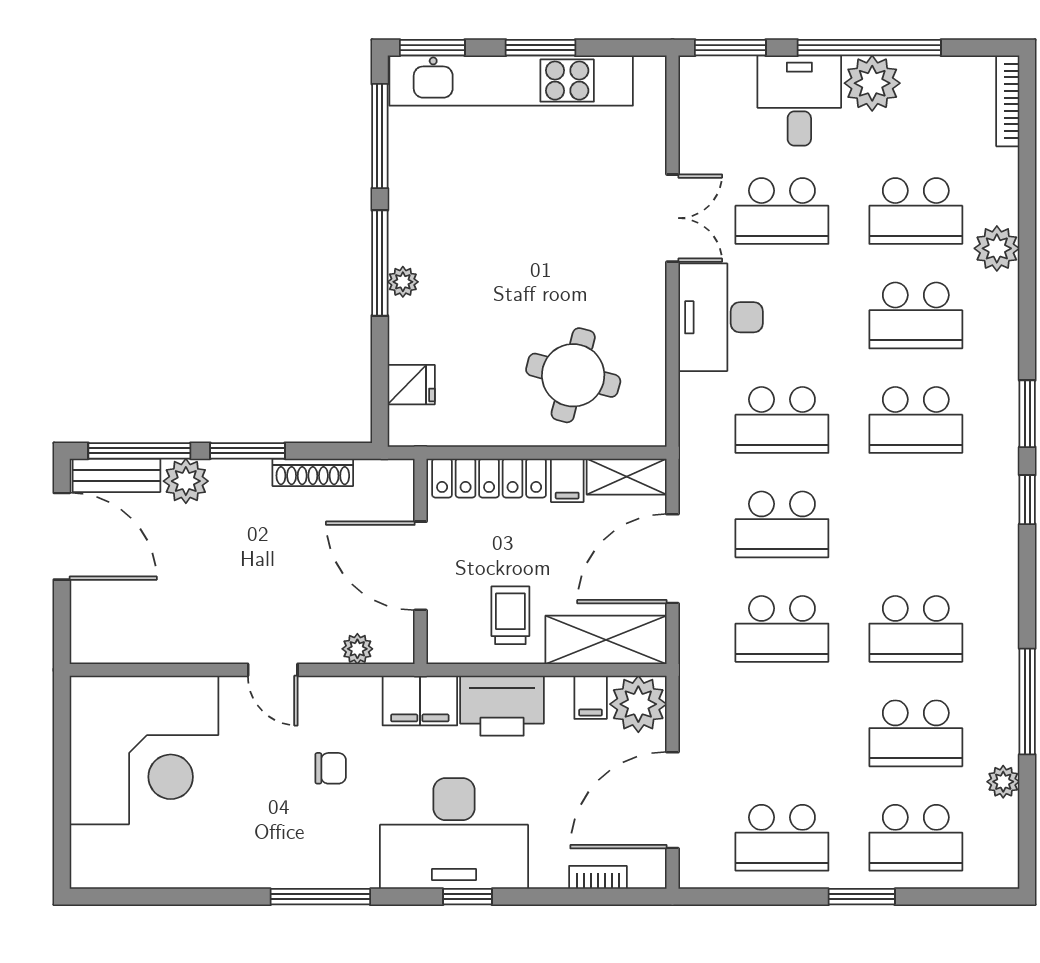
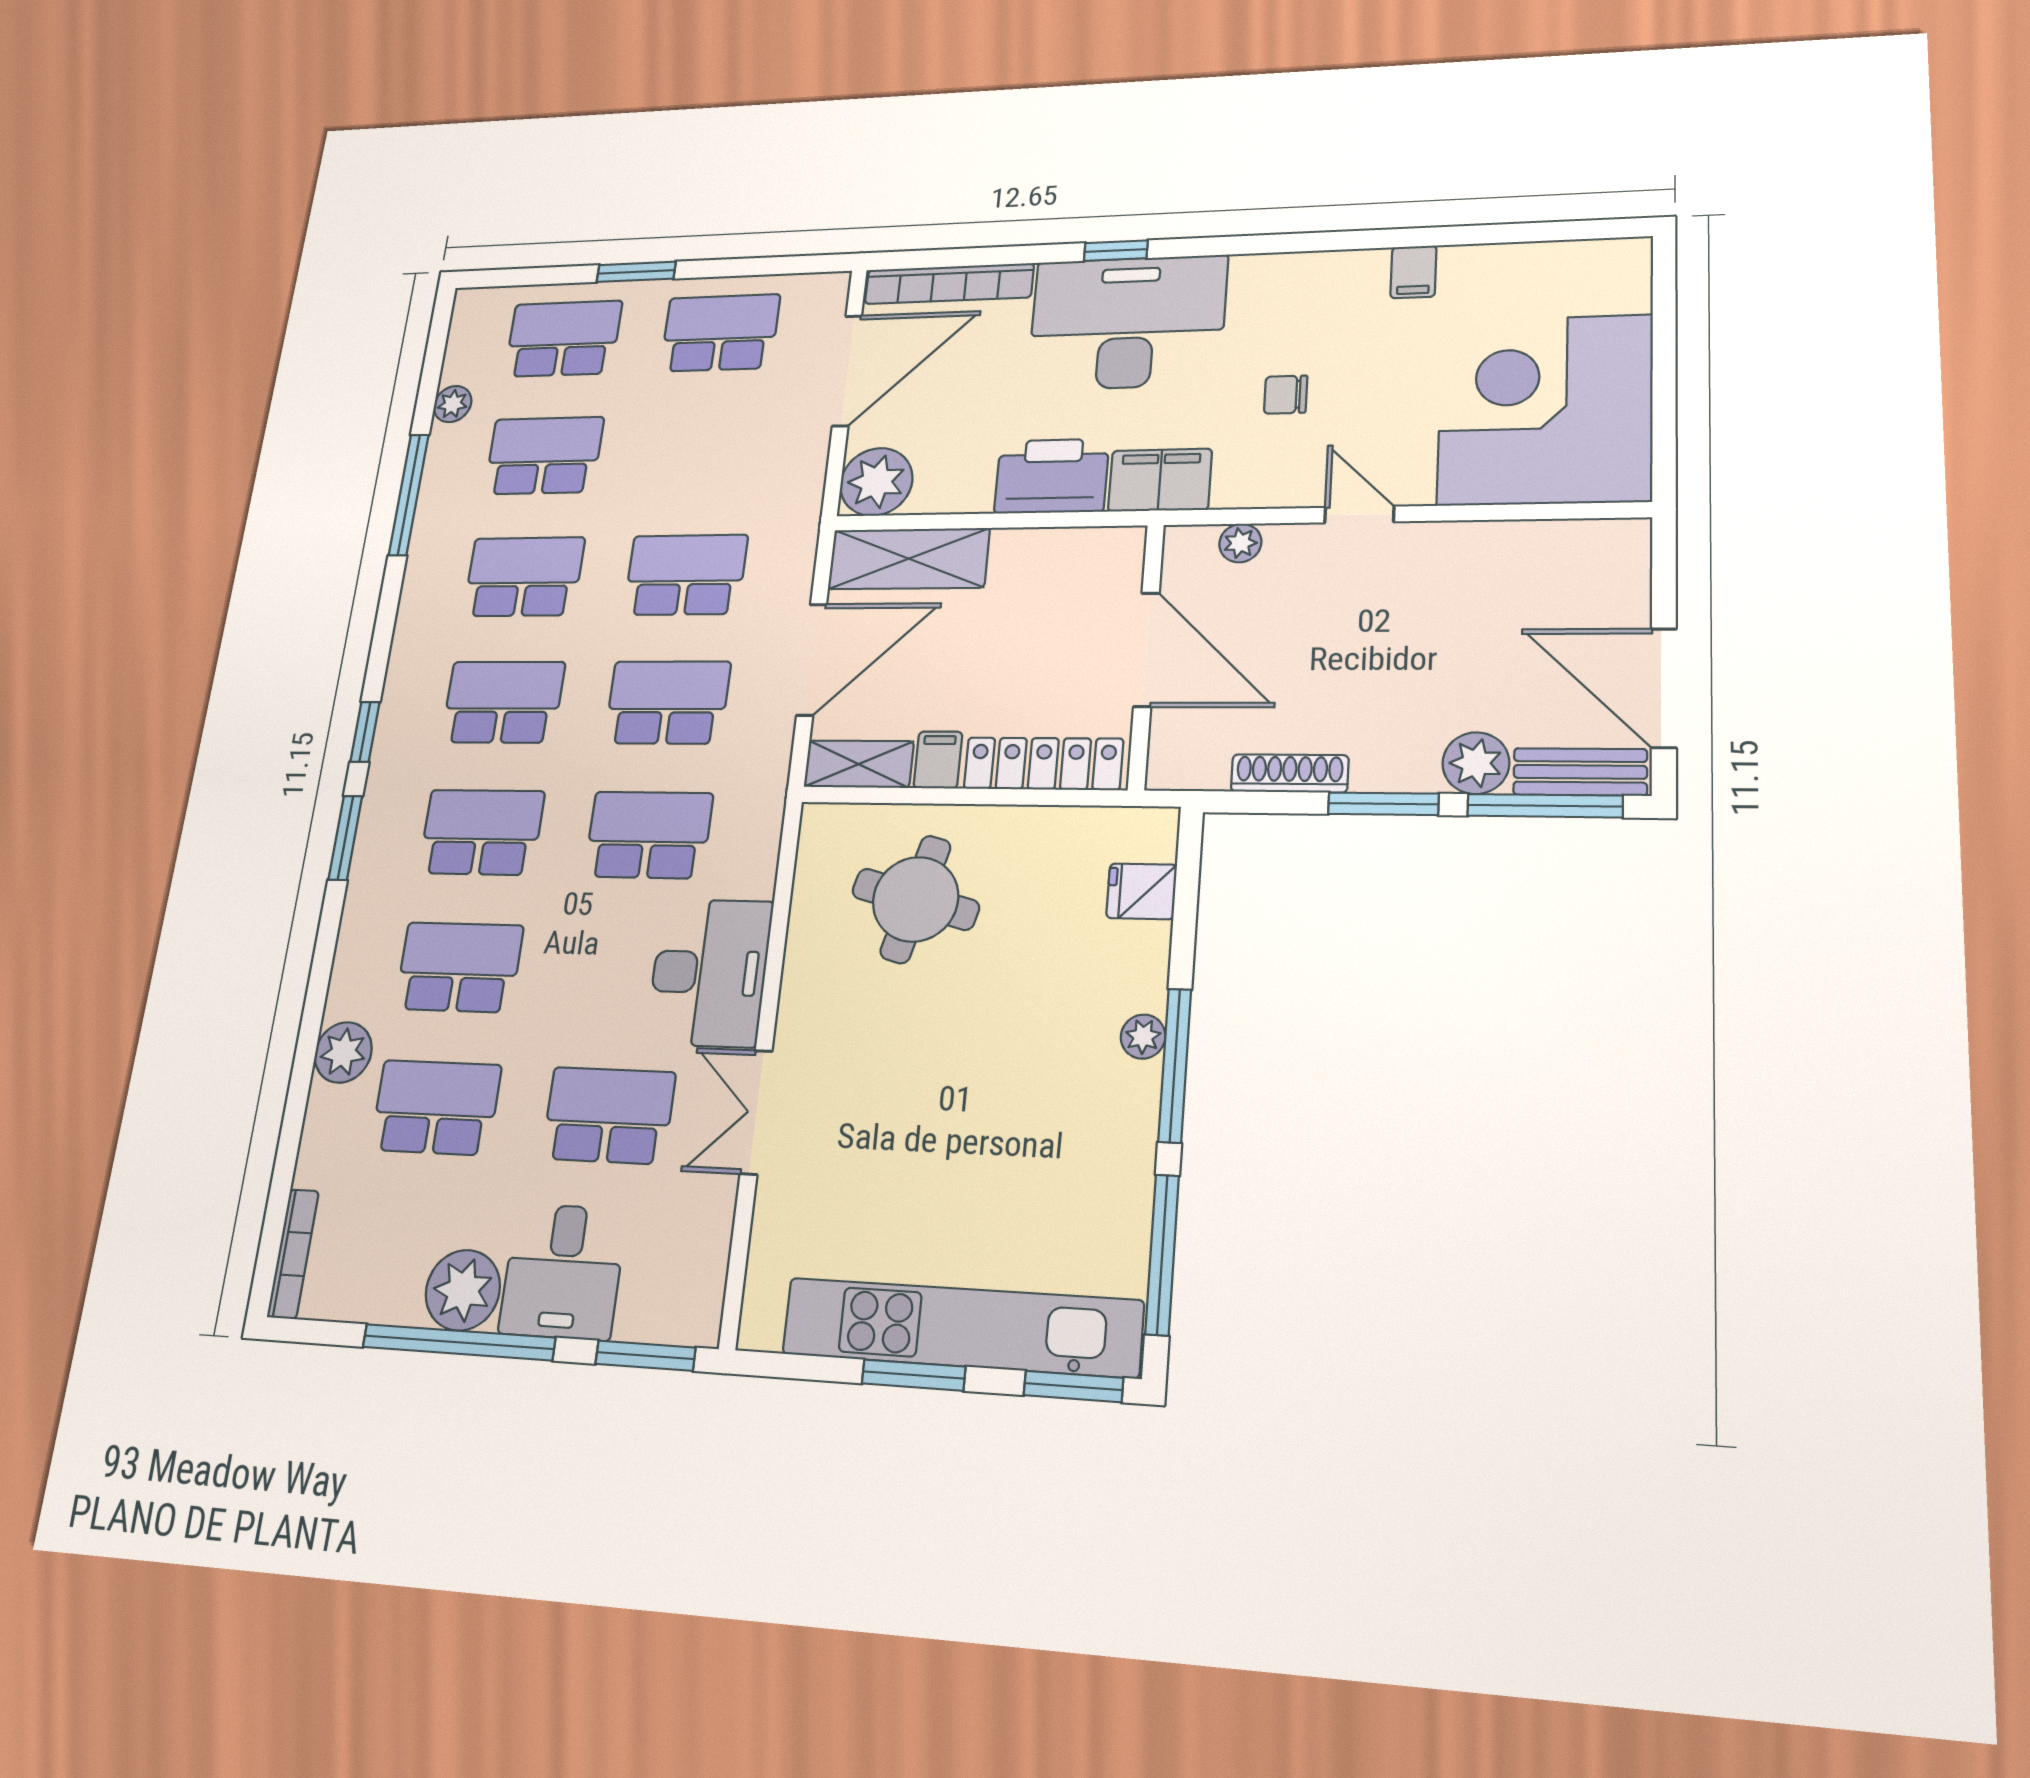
school desk: (916, 524) -> (503, 702), added
trolley: (510, 615) -> (1030, 588), removed
filing cabinet: (591, 697) -> (1413, 272), moved, turned 180
bookcase: (598, 877) -> (949, 284), width x2.31, depth x1.31
window: (320, 897) -> (1308, 242), removed

